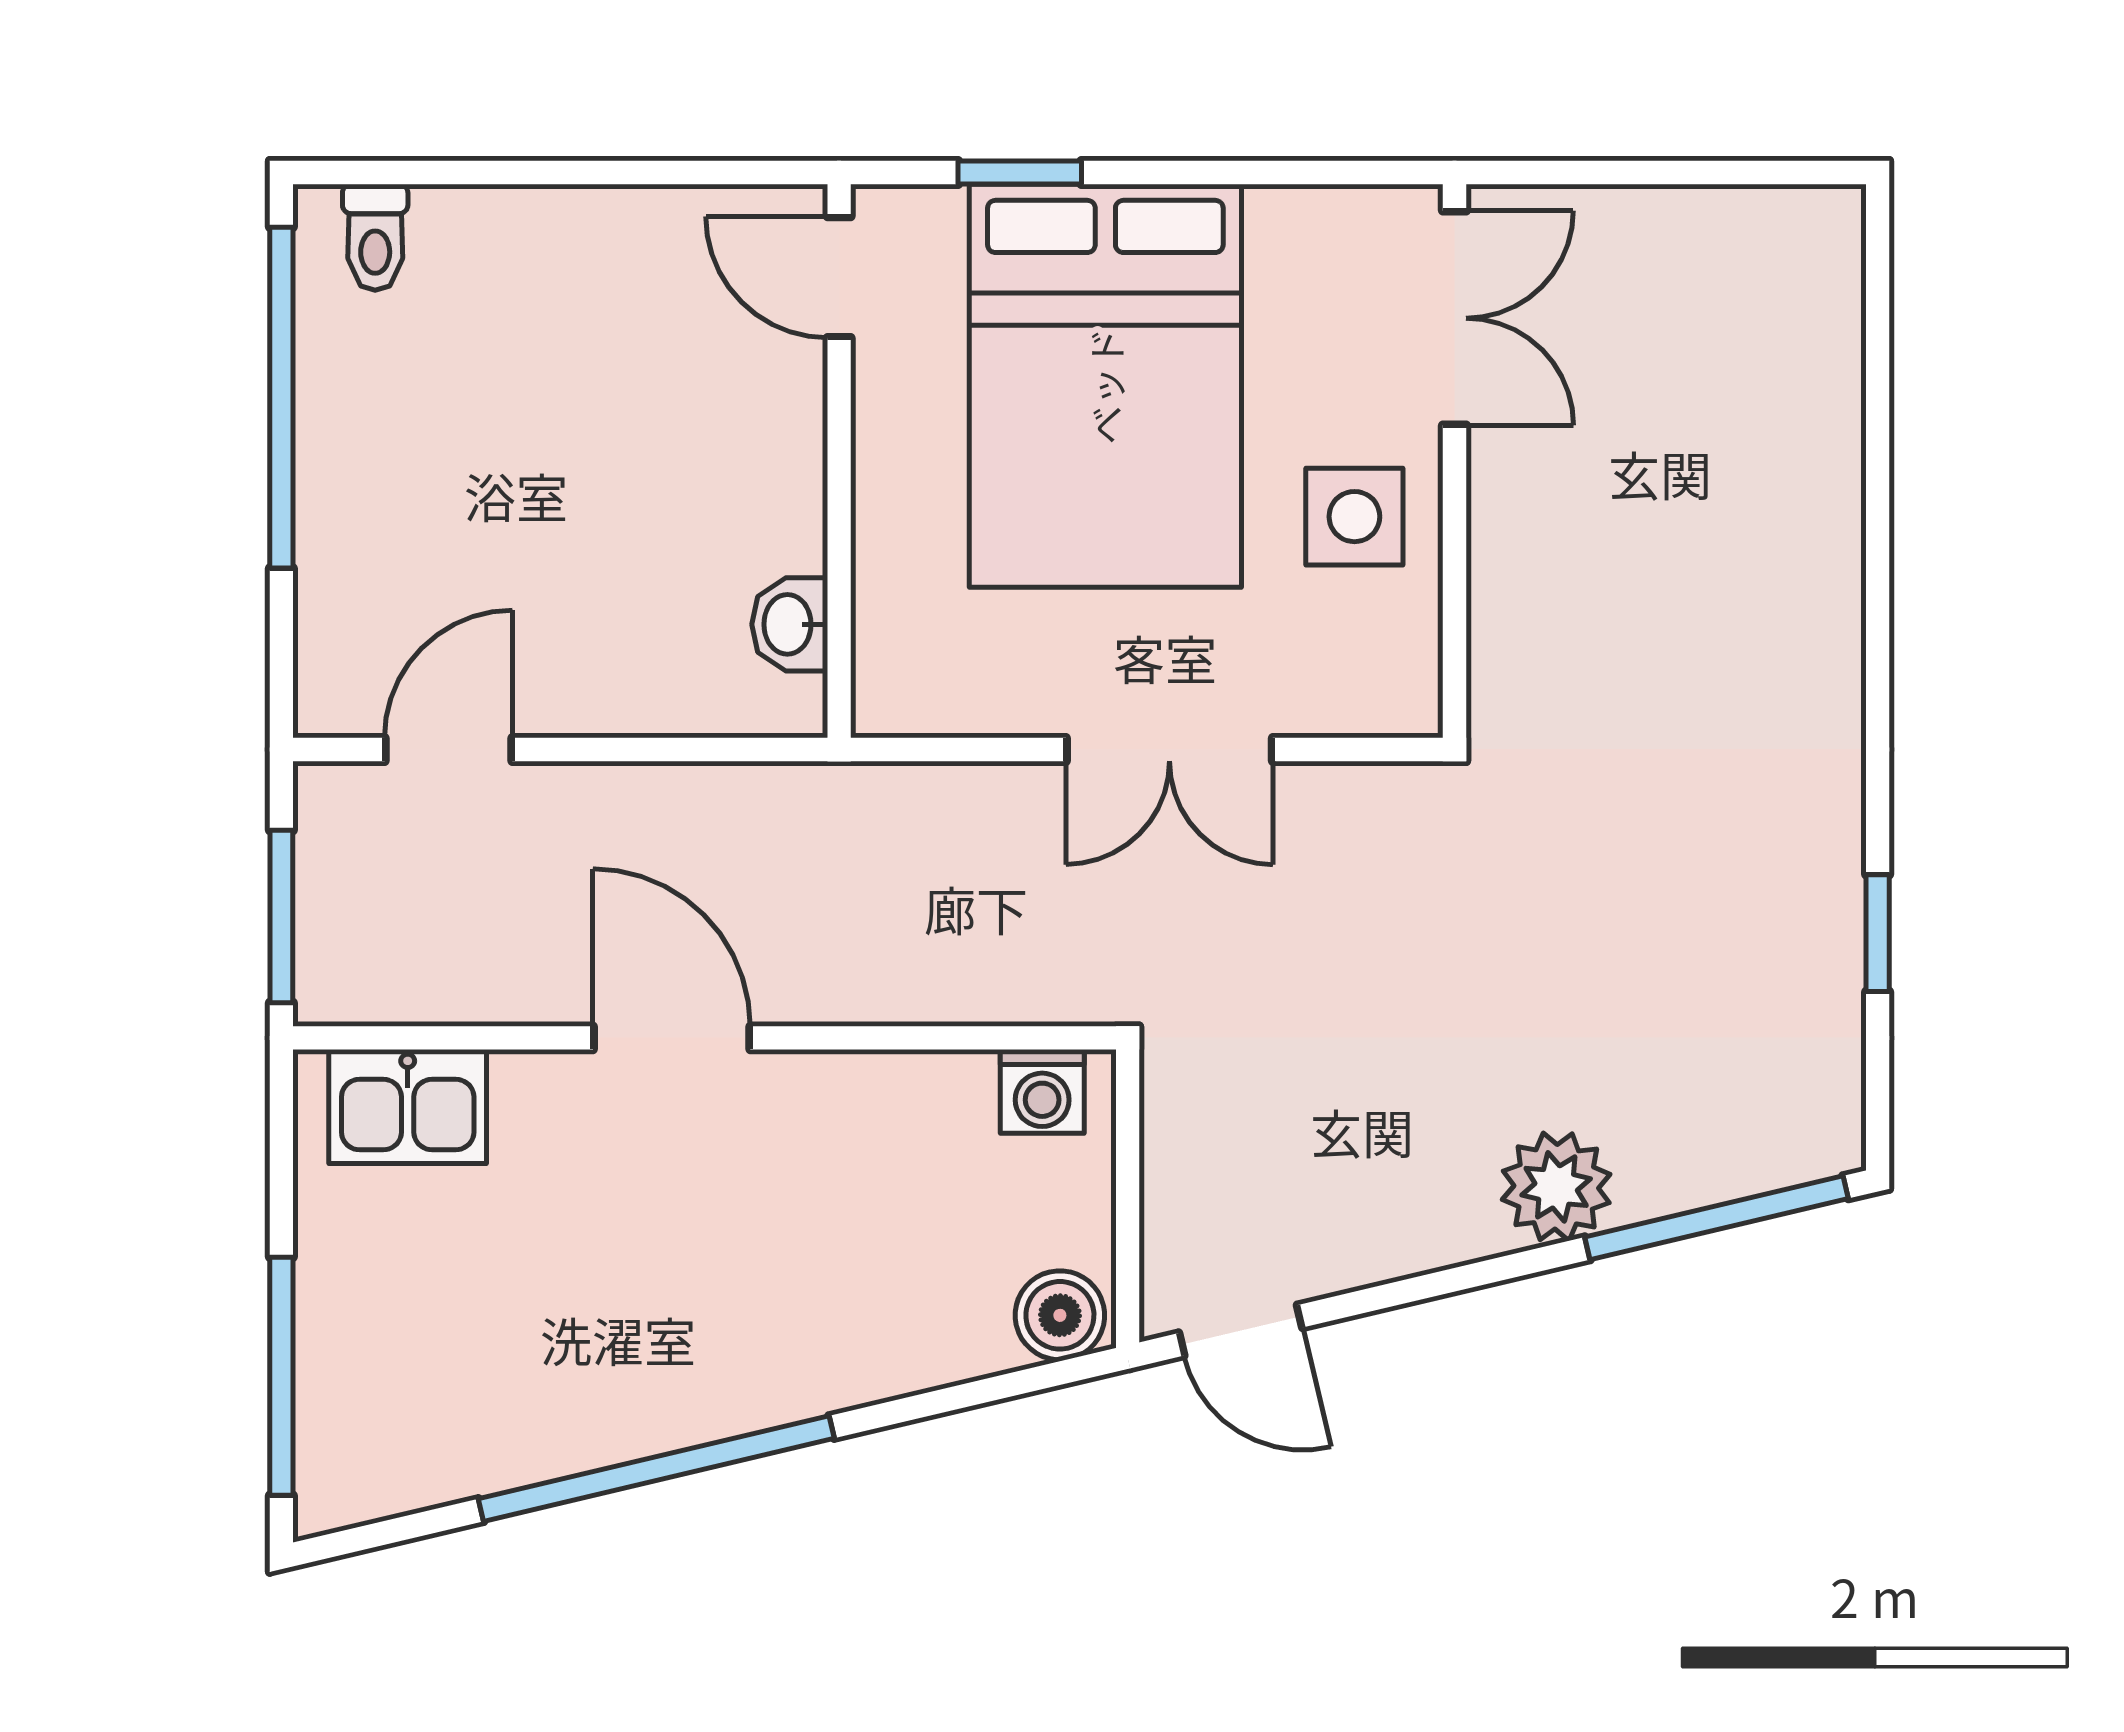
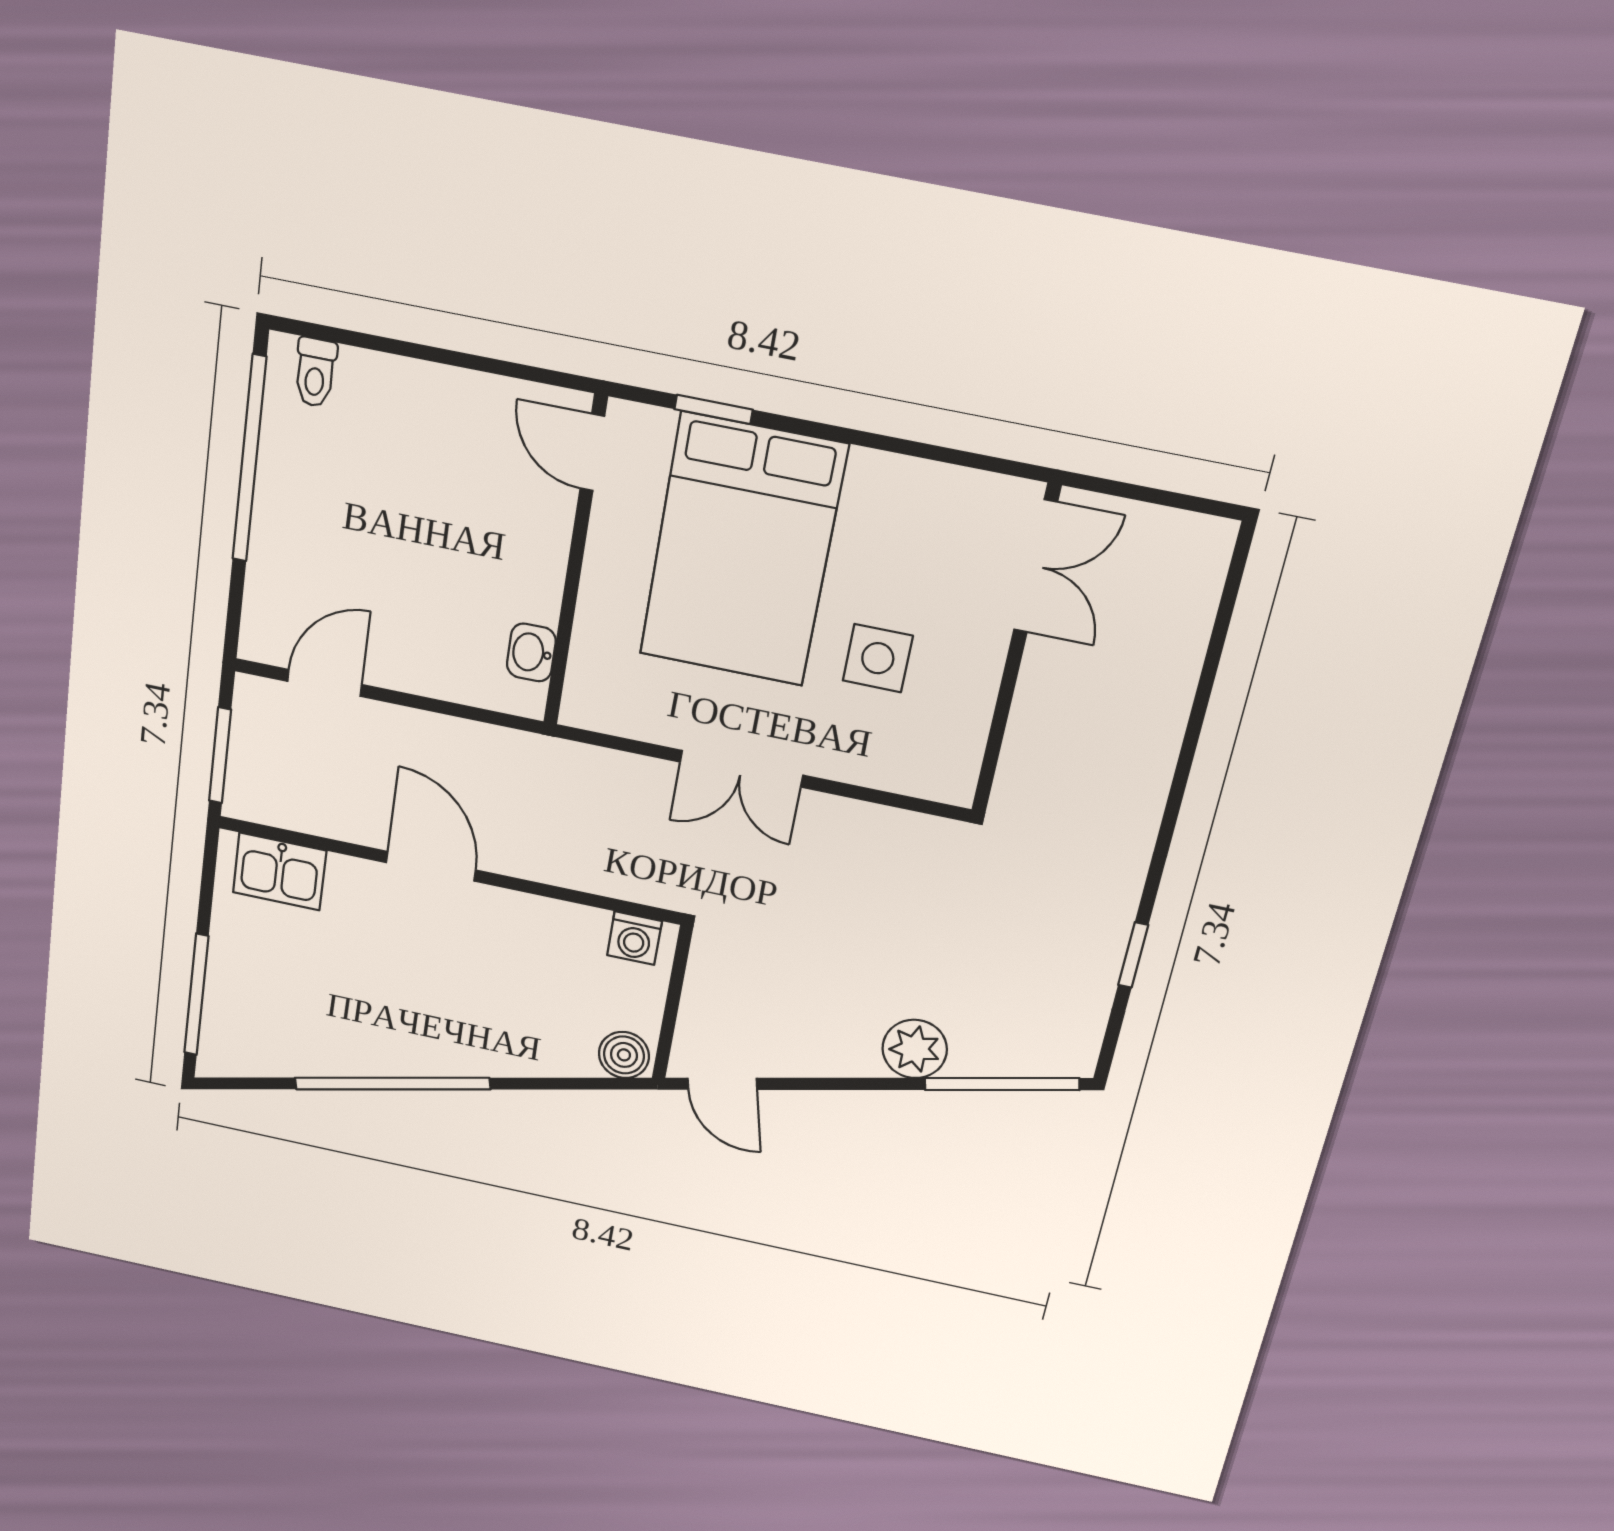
double door: (1454, 318) -> (1035, 566), moved
wall: (1454, 461) -> (1016, 652), moved

